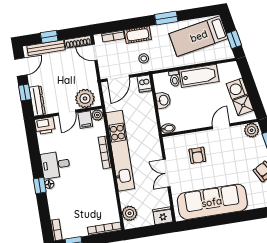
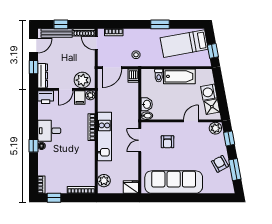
cot: (138, 35) -> (134, 34), removed
washbasin: (163, 100) -> (147, 104), moved
kitchen unit: (120, 151) -> (104, 137), width x0.73
double door: (167, 173) -> (140, 140), moved

